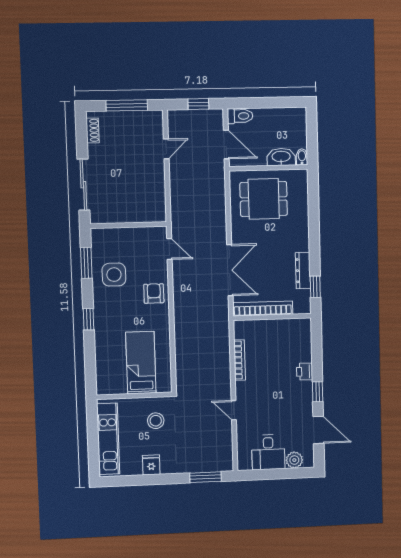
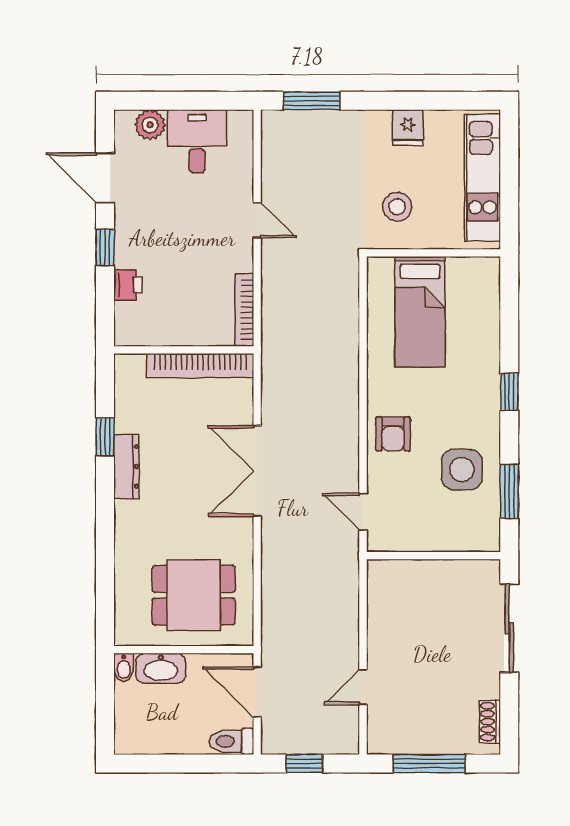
bookcase: (263, 309) -> (200, 366), moved
wall: (272, 317) -> (184, 350), moved

